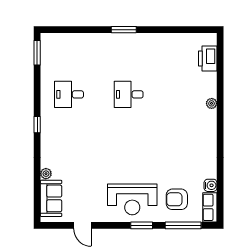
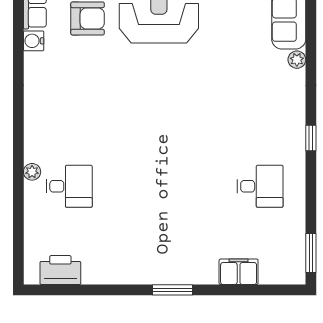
filing cabinet: (82, 41) -> (239, 272), added
printer: (208, 59) -> (60, 270), moved, turned -90
desk: (129, 94) -> (69, 186), moved

